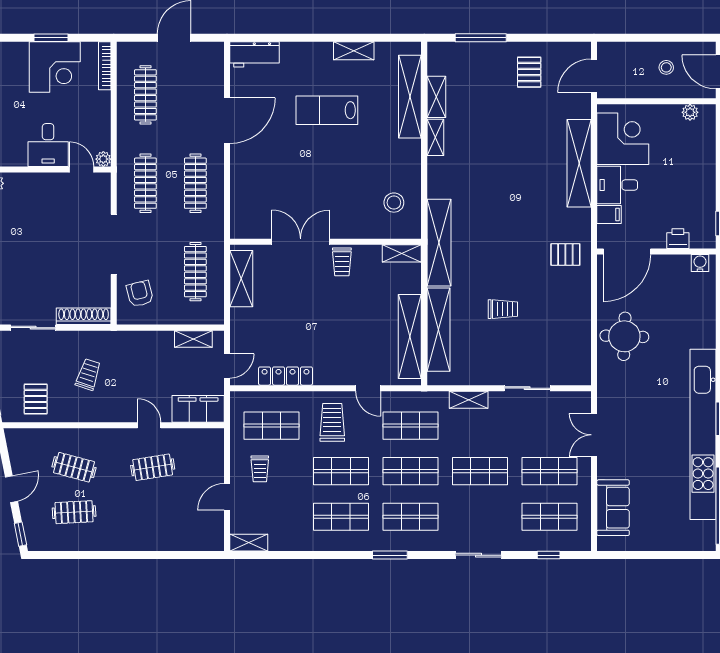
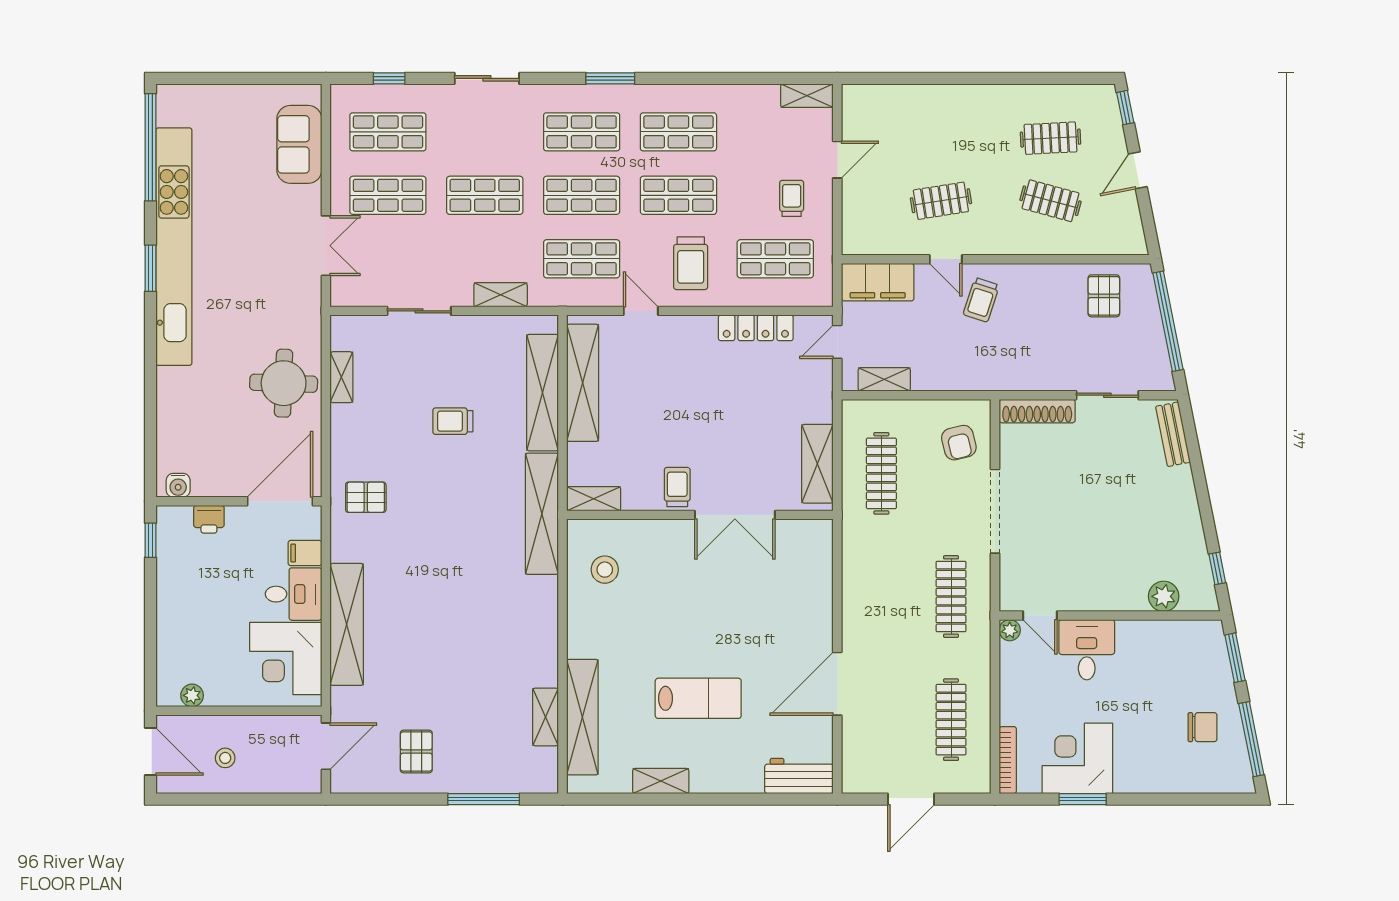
shelving: (435, 137) -> (341, 377), moved
clothes rail: (195, 183) -> (881, 597), removed
trolley: (88, 374) -> (981, 300), moved

